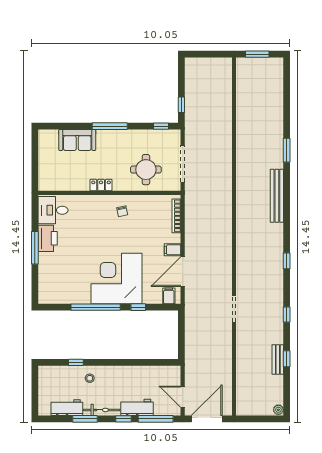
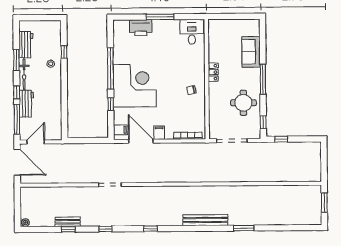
round table: (146, 170) -> (243, 103), moved
printer: (48, 238) -> (141, 28), moved

